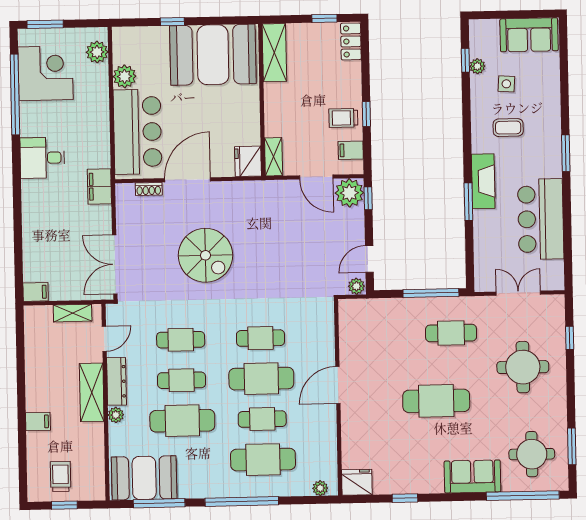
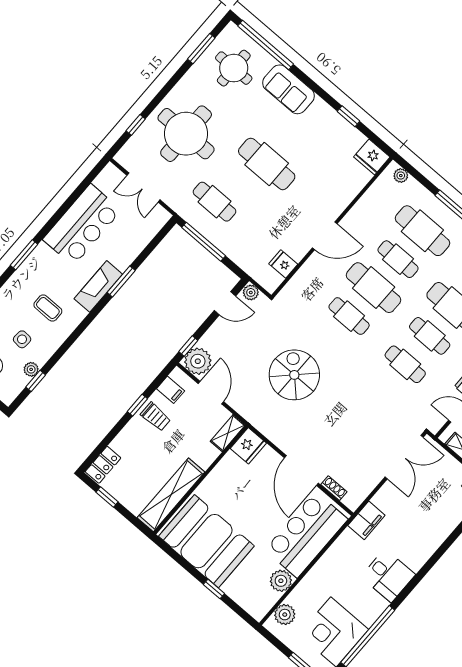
shelving: (274, 53) -> (171, 495), width x1.47
door: (188, 180) -> (301, 470), hinge flipped
spiral stairs: (205, 255) -> (294, 375), moved
fridge: (351, 332) -> (283, 264), added
round table: (523, 367) -> (186, 134), width x1.36, depth x1.36

